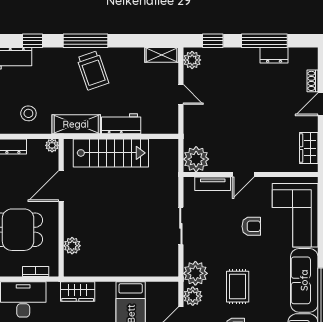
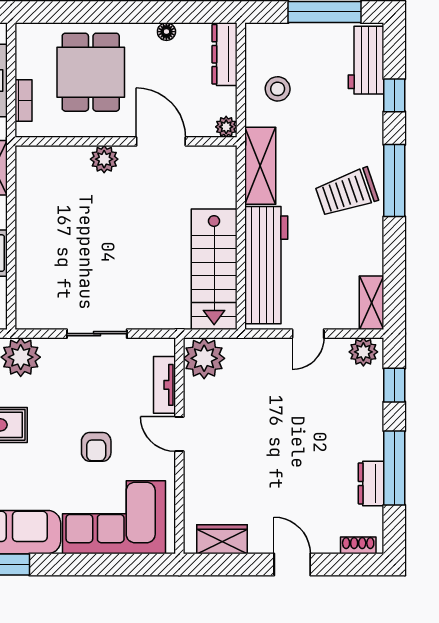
shoe rack: (313, 81) -> (358, 545), moved
workbench: (121, 124) -> (266, 265), width x1.88, depth x1.32
stairs: (111, 153) -> (214, 269), moved
plant: (72, 246) -> (104, 159), moved

